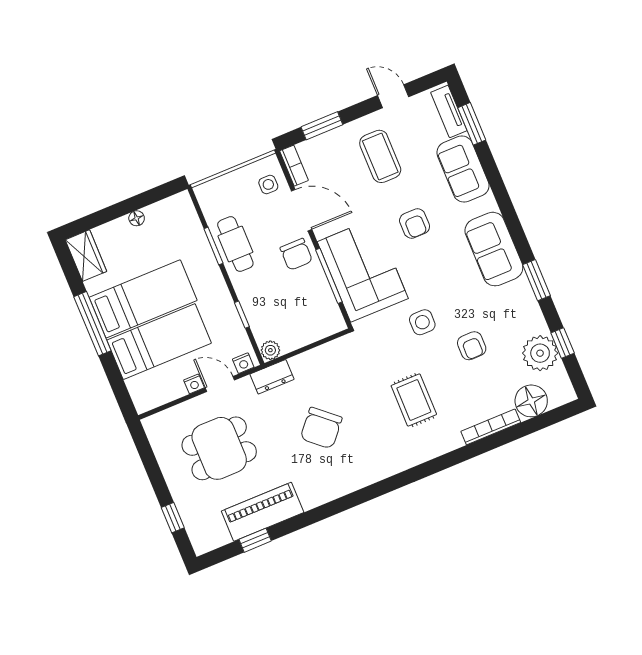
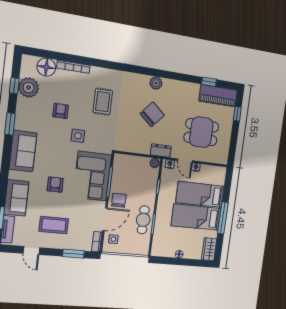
coffee table: (380, 156) -> (54, 225), turned 90
door: (302, 210) -> (105, 219), swing flipped
plant: (344, 483) -> (156, 83), added
piano: (263, 512) -> (218, 96), moved

